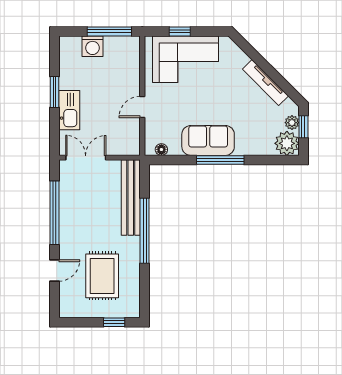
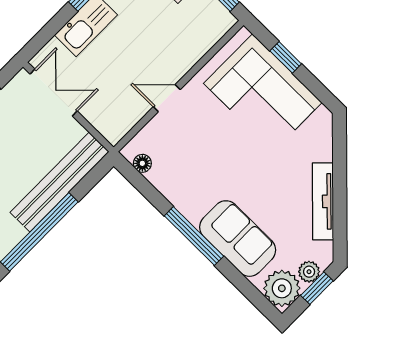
sofa: (208, 140) -> (238, 239), moved

